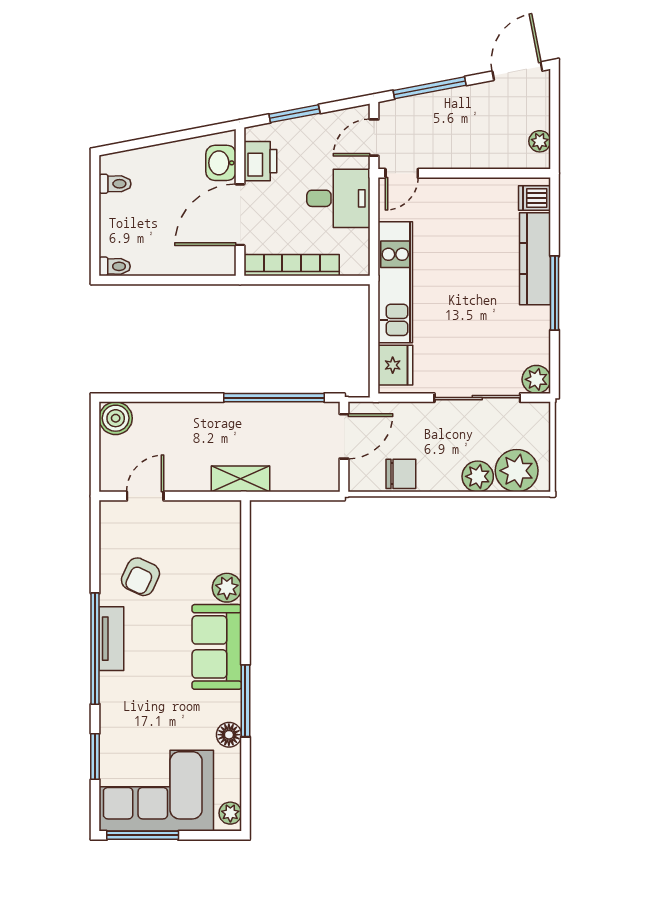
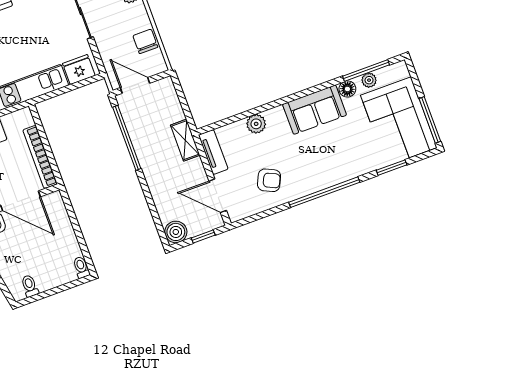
window: (95, 455) -> (203, 236), added
door: (145, 496) -> (218, 196), width x1.38
tv unit: (111, 639) -> (213, 152), moved, turned 90
sofa: (217, 647) -> (315, 110), moved
window: (245, 701) -> (366, 70), moved
plant: (230, 813) -> (369, 80), moved

